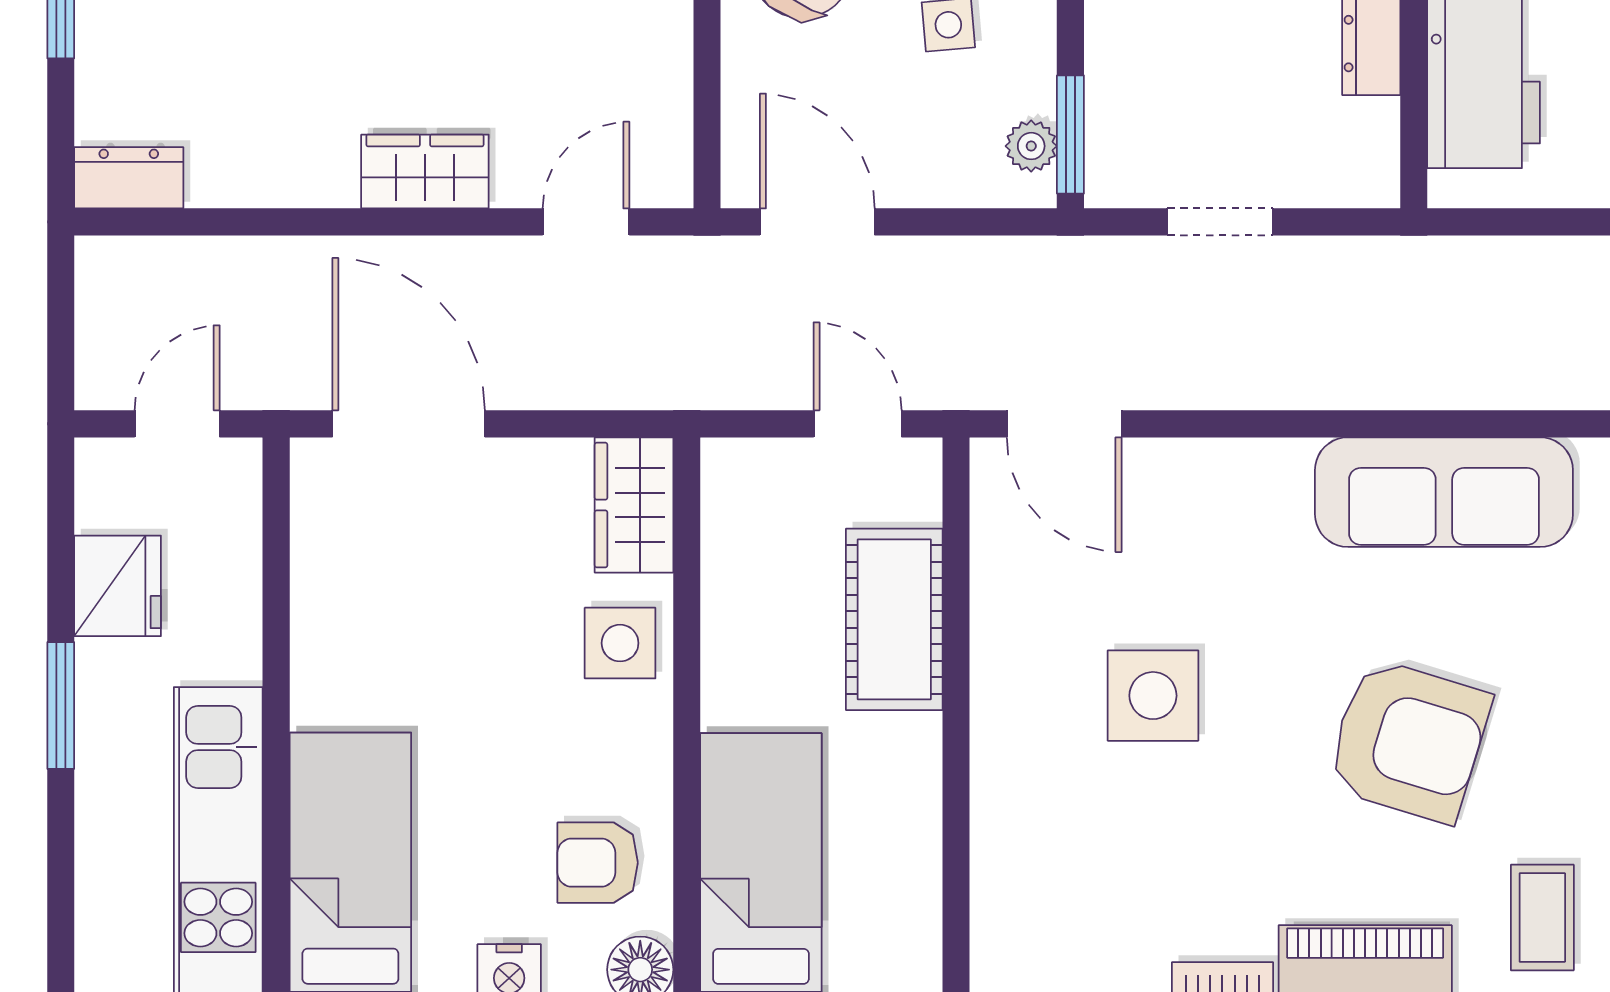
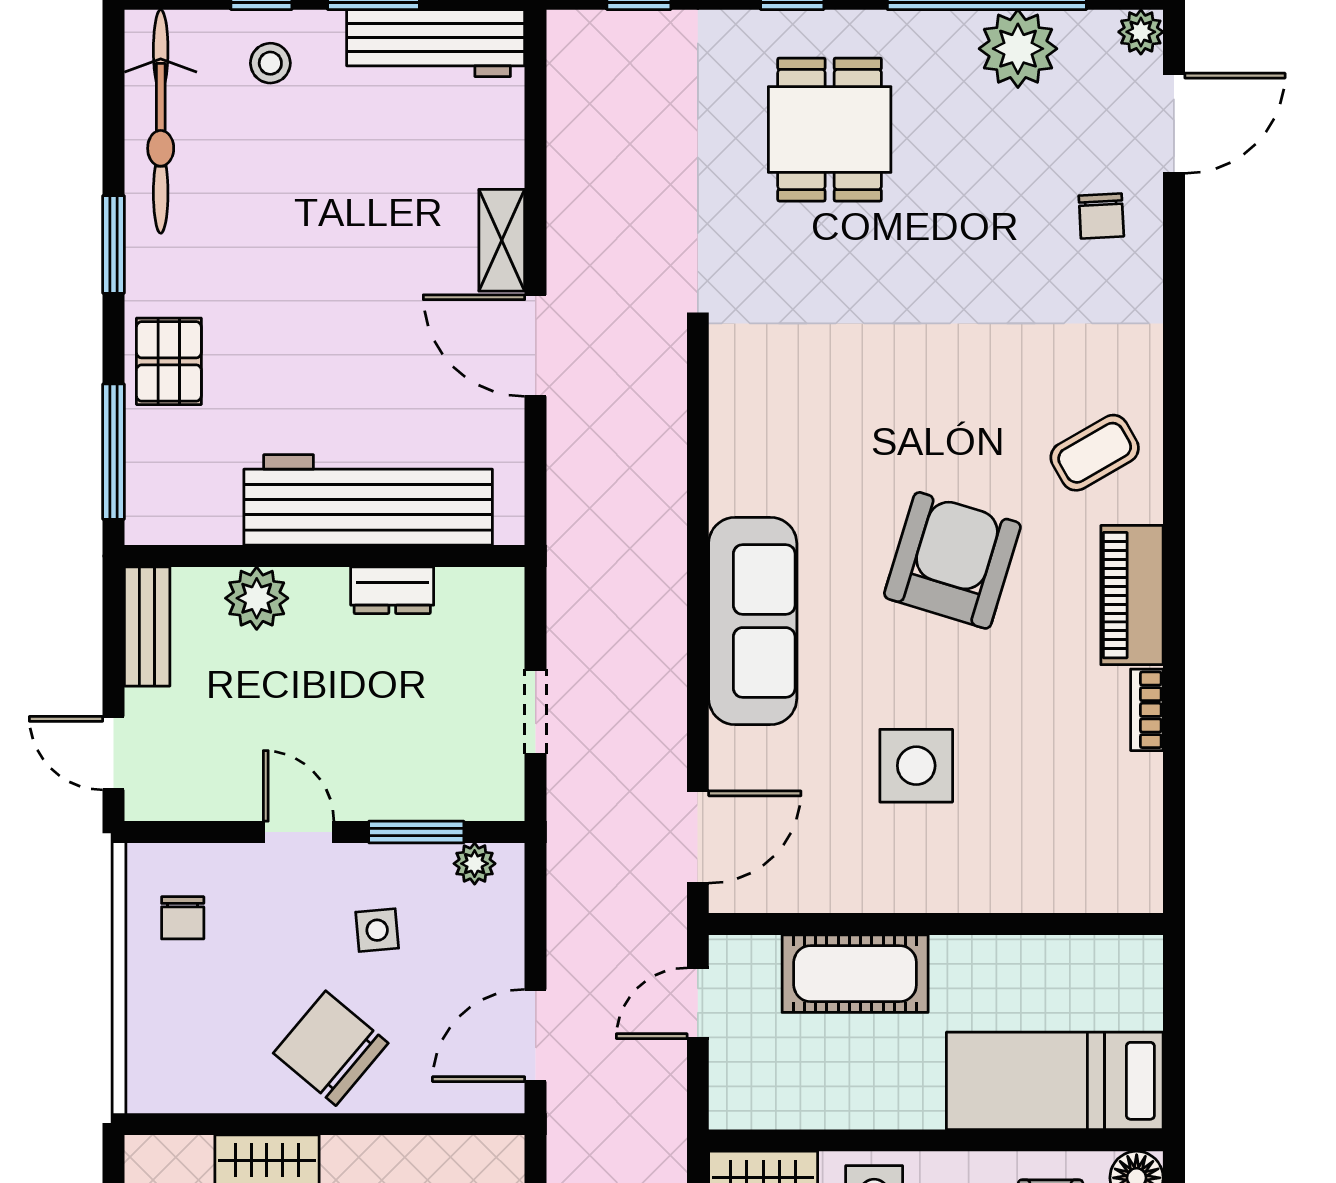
window: (1070, 134) -> (416, 832), moved
sofa: (1444, 492) -> (753, 621), moved
coffee table: (1542, 918) -> (1095, 453), turned -30

